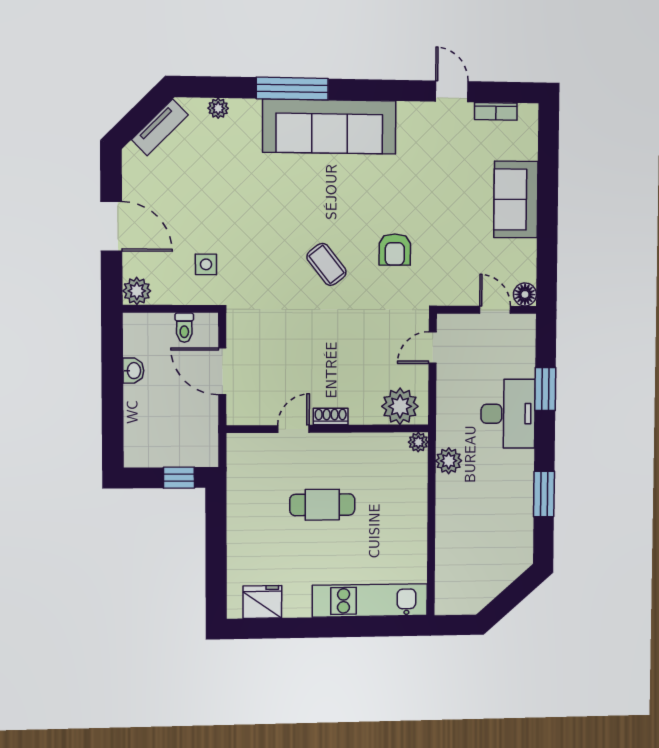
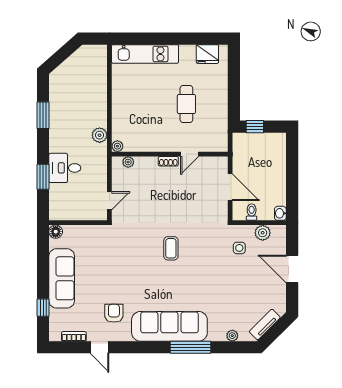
window: (548, 163) -> (43, 308), added
sofa: (516, 200) -> (62, 278), width x1.36
armchair: (395, 250) -> (114, 313), moved
coffee table: (326, 264) -> (171, 248), turned 38
plant: (137, 291) -> (263, 233), moved
door: (495, 310) -> (73, 223), removed
washbasin: (133, 371) -> (280, 213), moved
plant: (400, 406) -> (128, 162), width x0.53, depth x0.53
desk: (508, 414) -> (65, 168), width x0.73
cafe table: (322, 505) -> (186, 104), moved, turned 90

